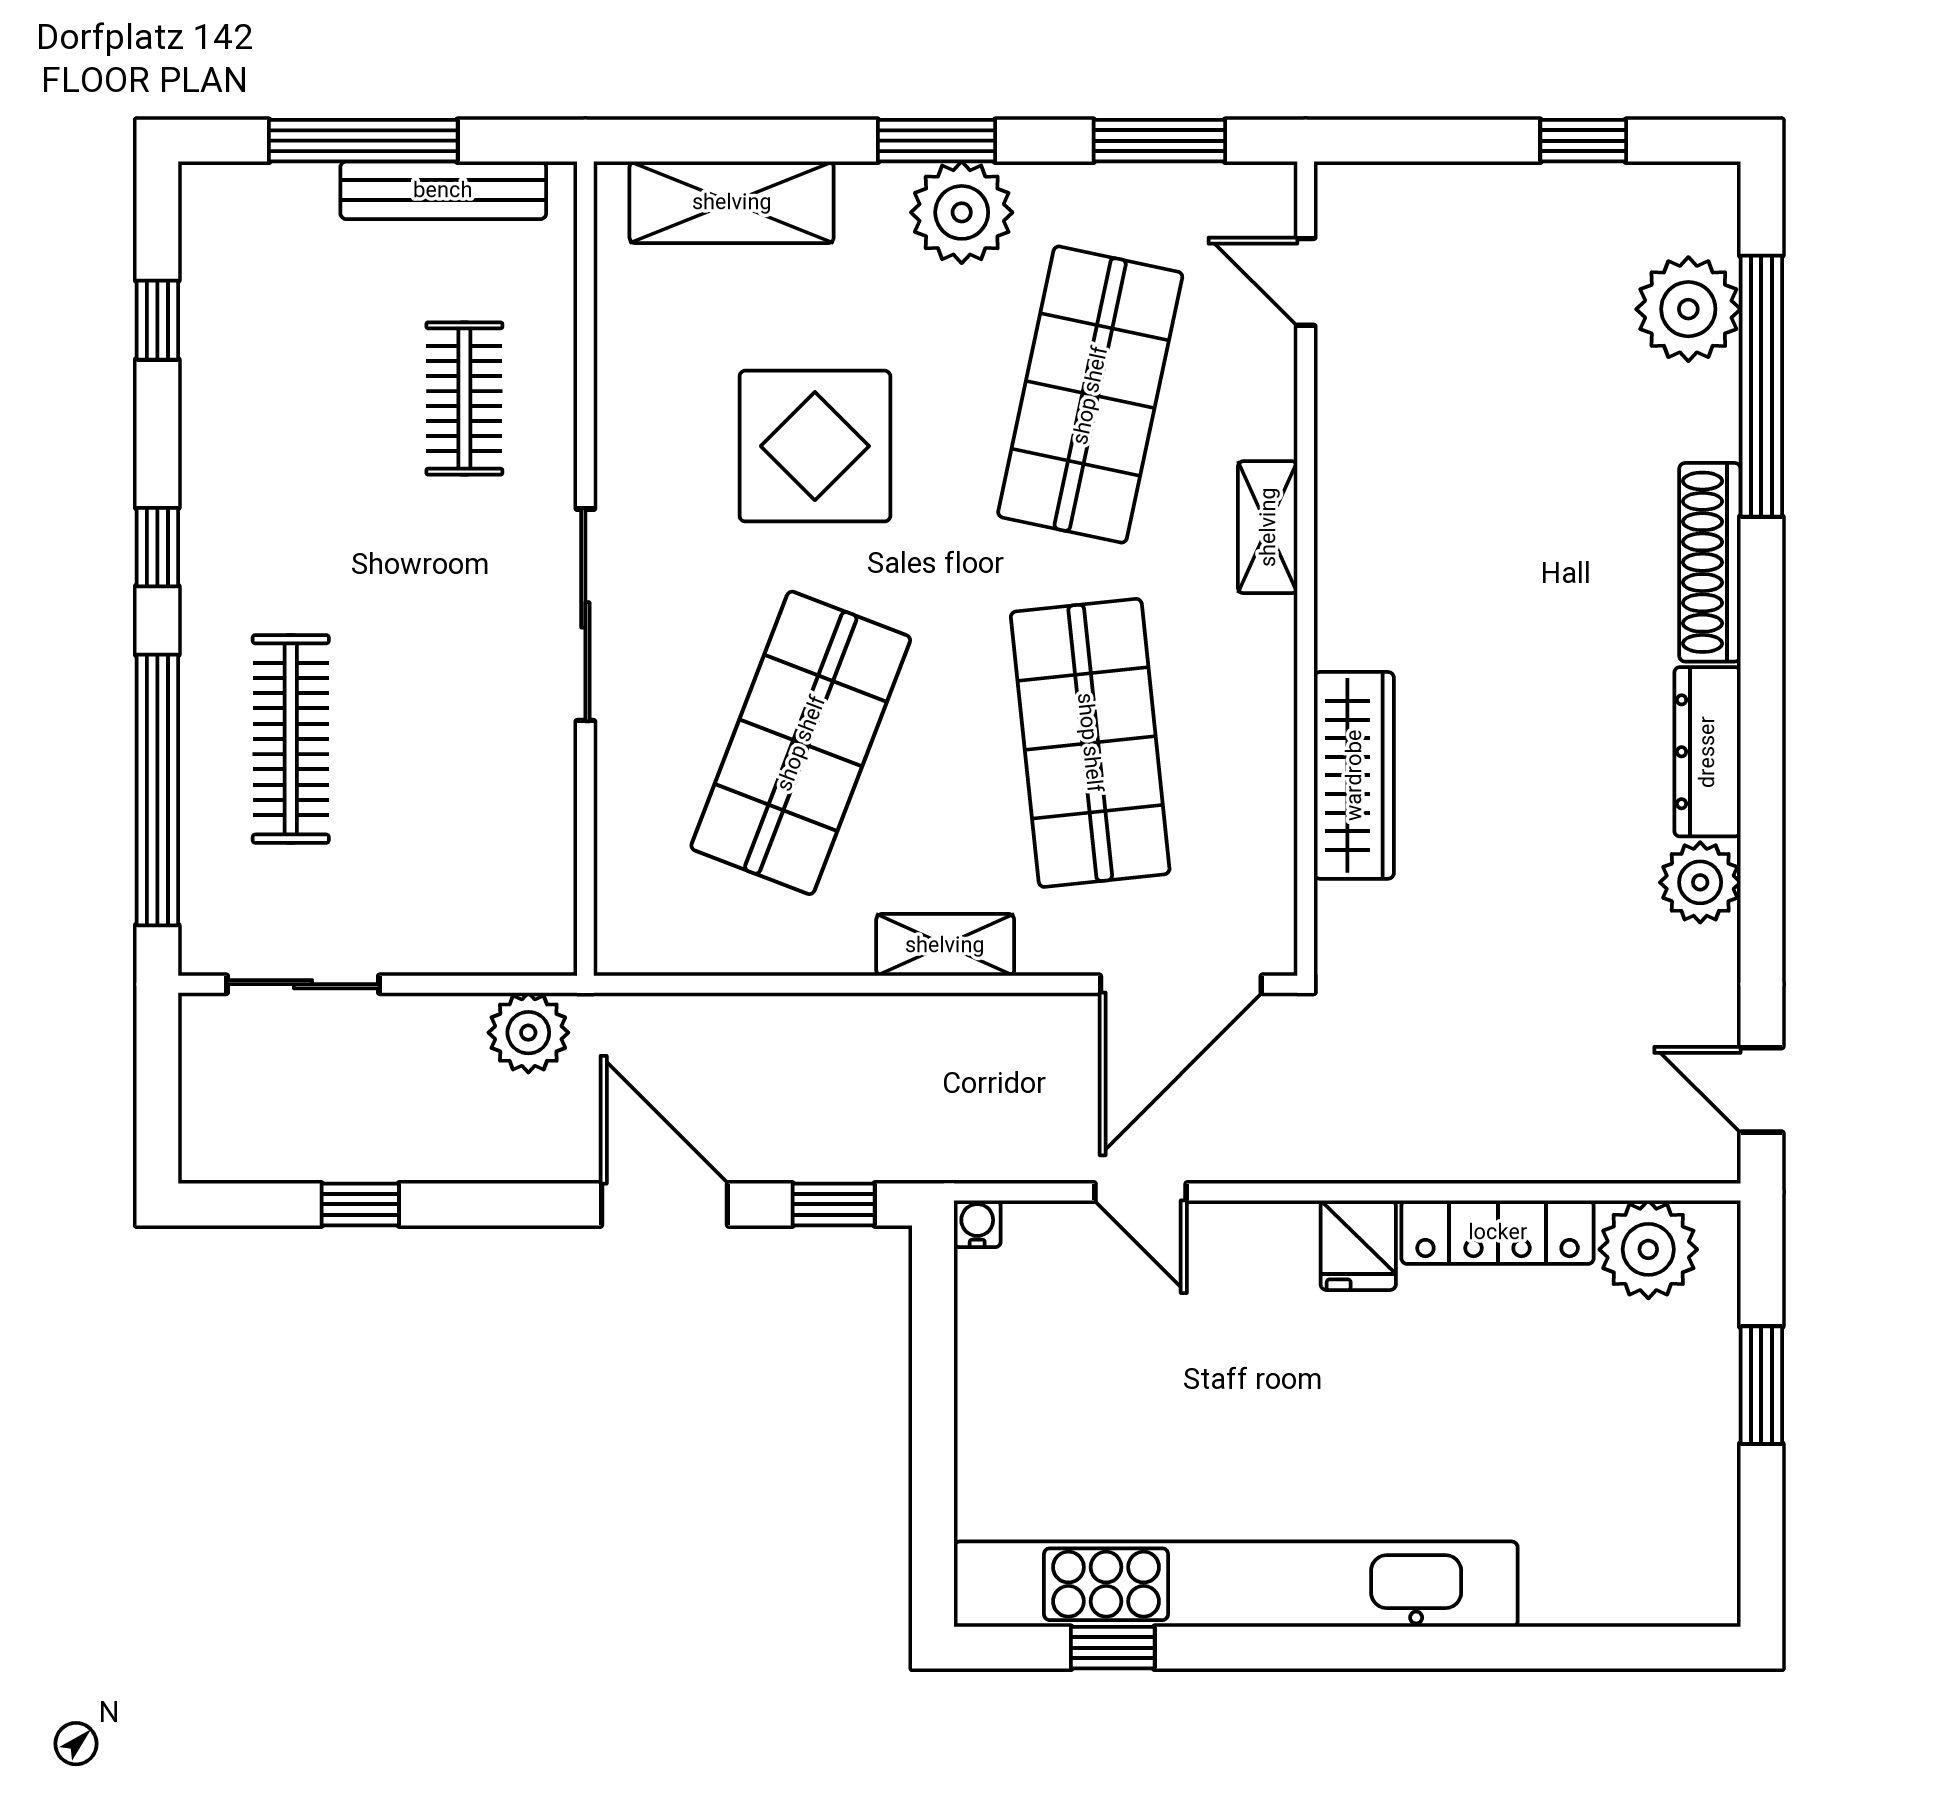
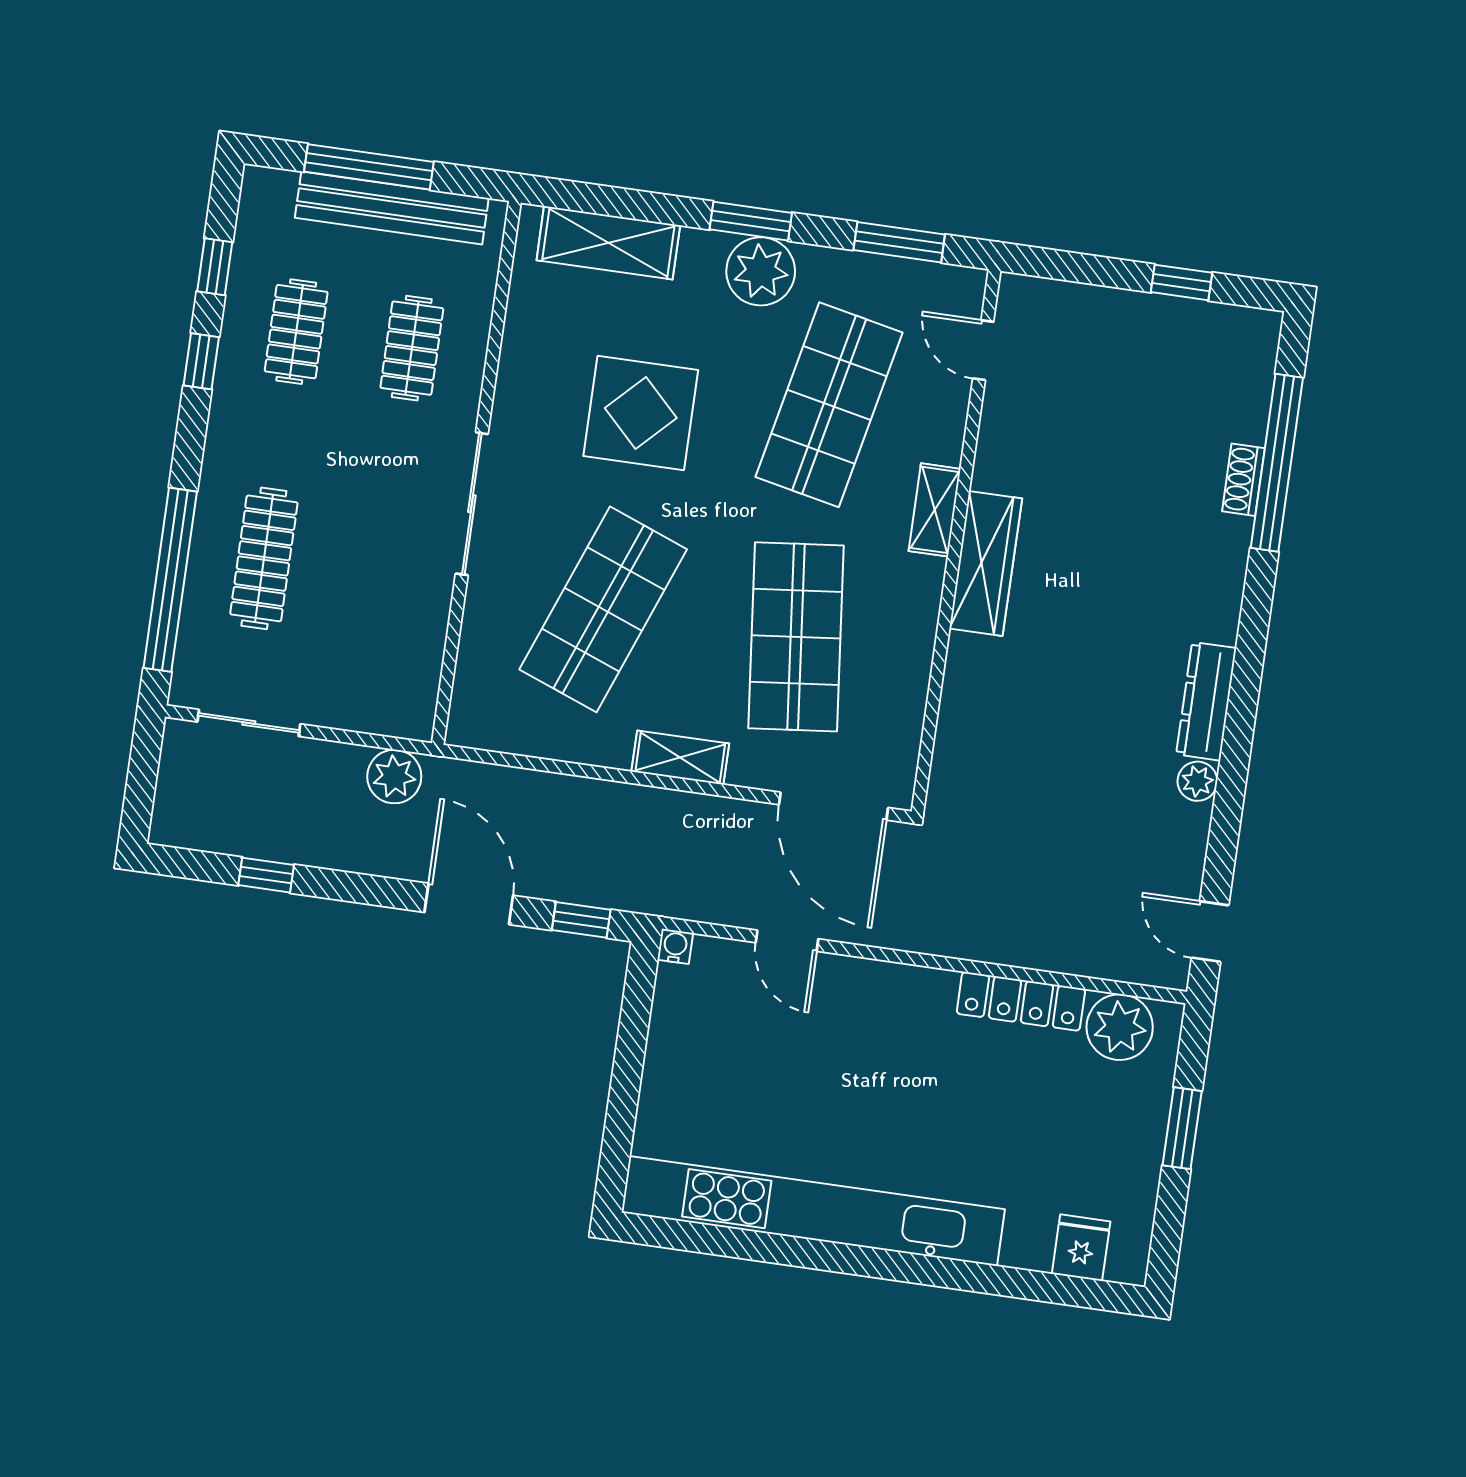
bench: (443, 190) -> (392, 208), width x1.37, depth x1.21
plant: (1688, 309) -> (1236, 405), removed
clothes rail: (291, 399) -> (296, 332), added
window: (157, 547) -> (201, 361), moved
shoe rack: (1710, 562) -> (1243, 480), moved, width x0.51, depth x0.81
wardrobe: (1354, 775) -> (986, 564), moved
plant: (1700, 882) -> (1197, 781), width x0.73, depth x0.73
door: (1181, 984) -> (834, 806), hinge flipped
fridge: (1358, 1245) -> (1081, 1248), moved, turned 180
window: (1113, 1648) -> (725, 1242), removed

